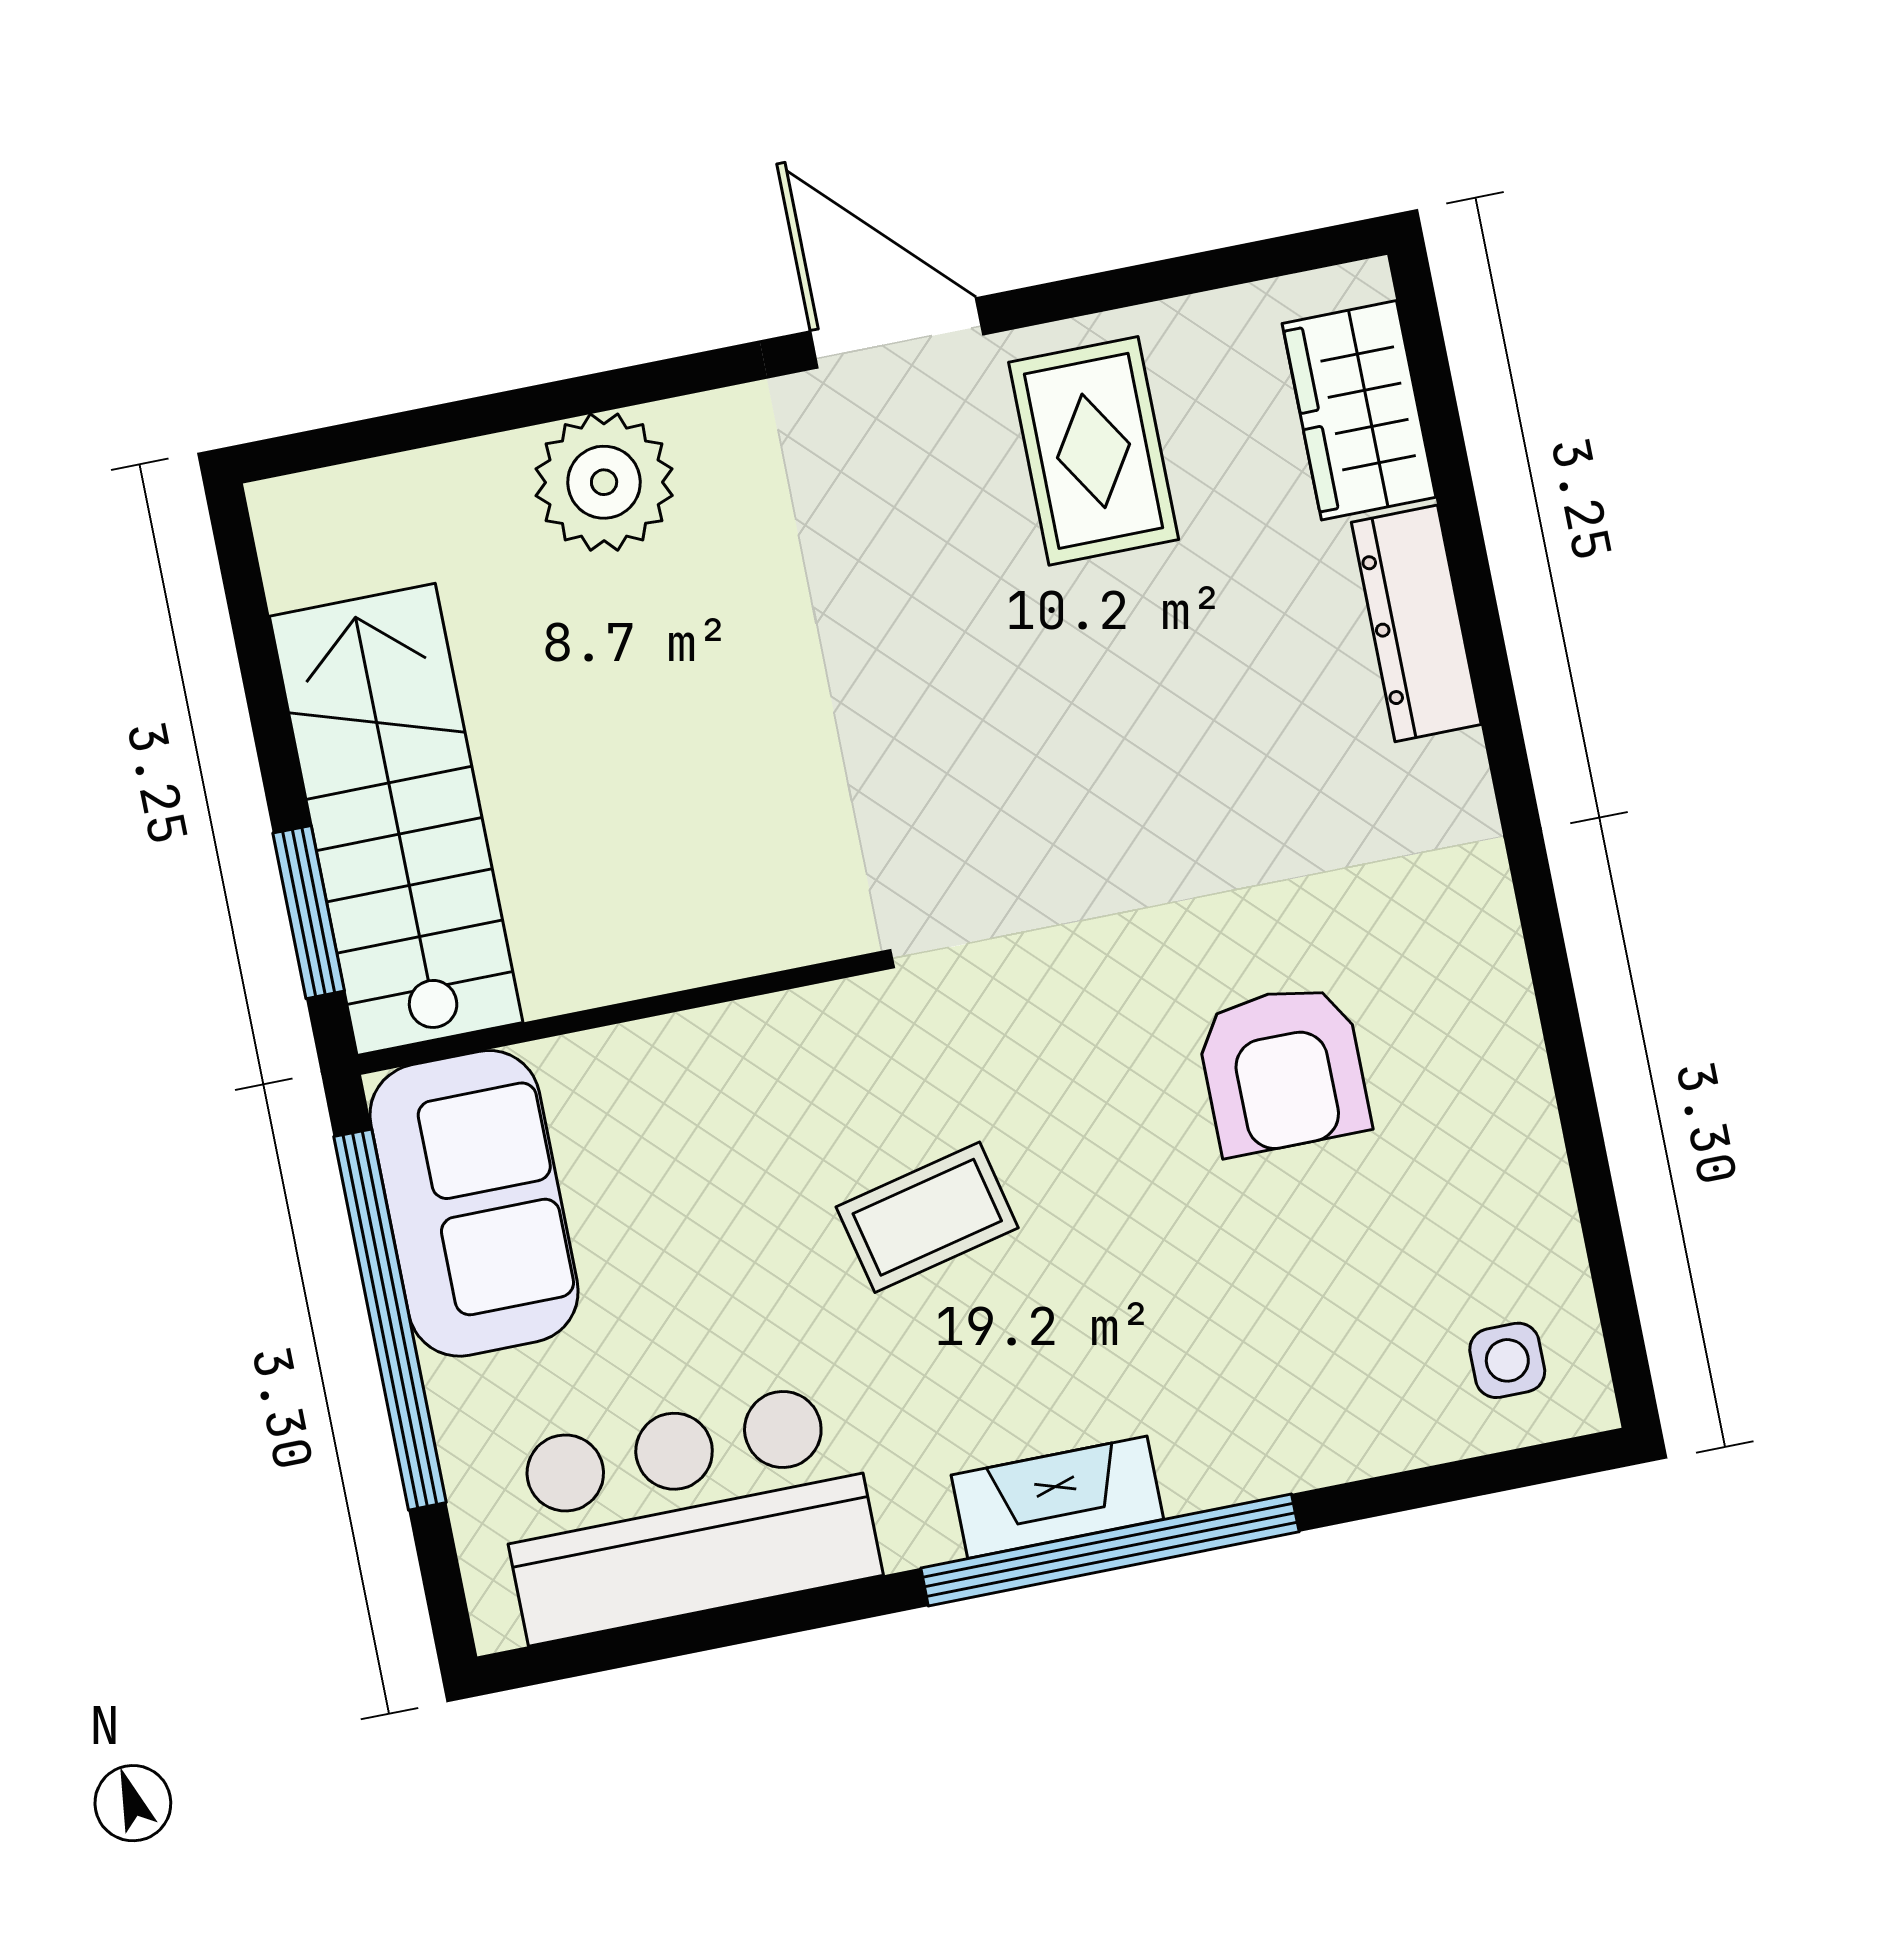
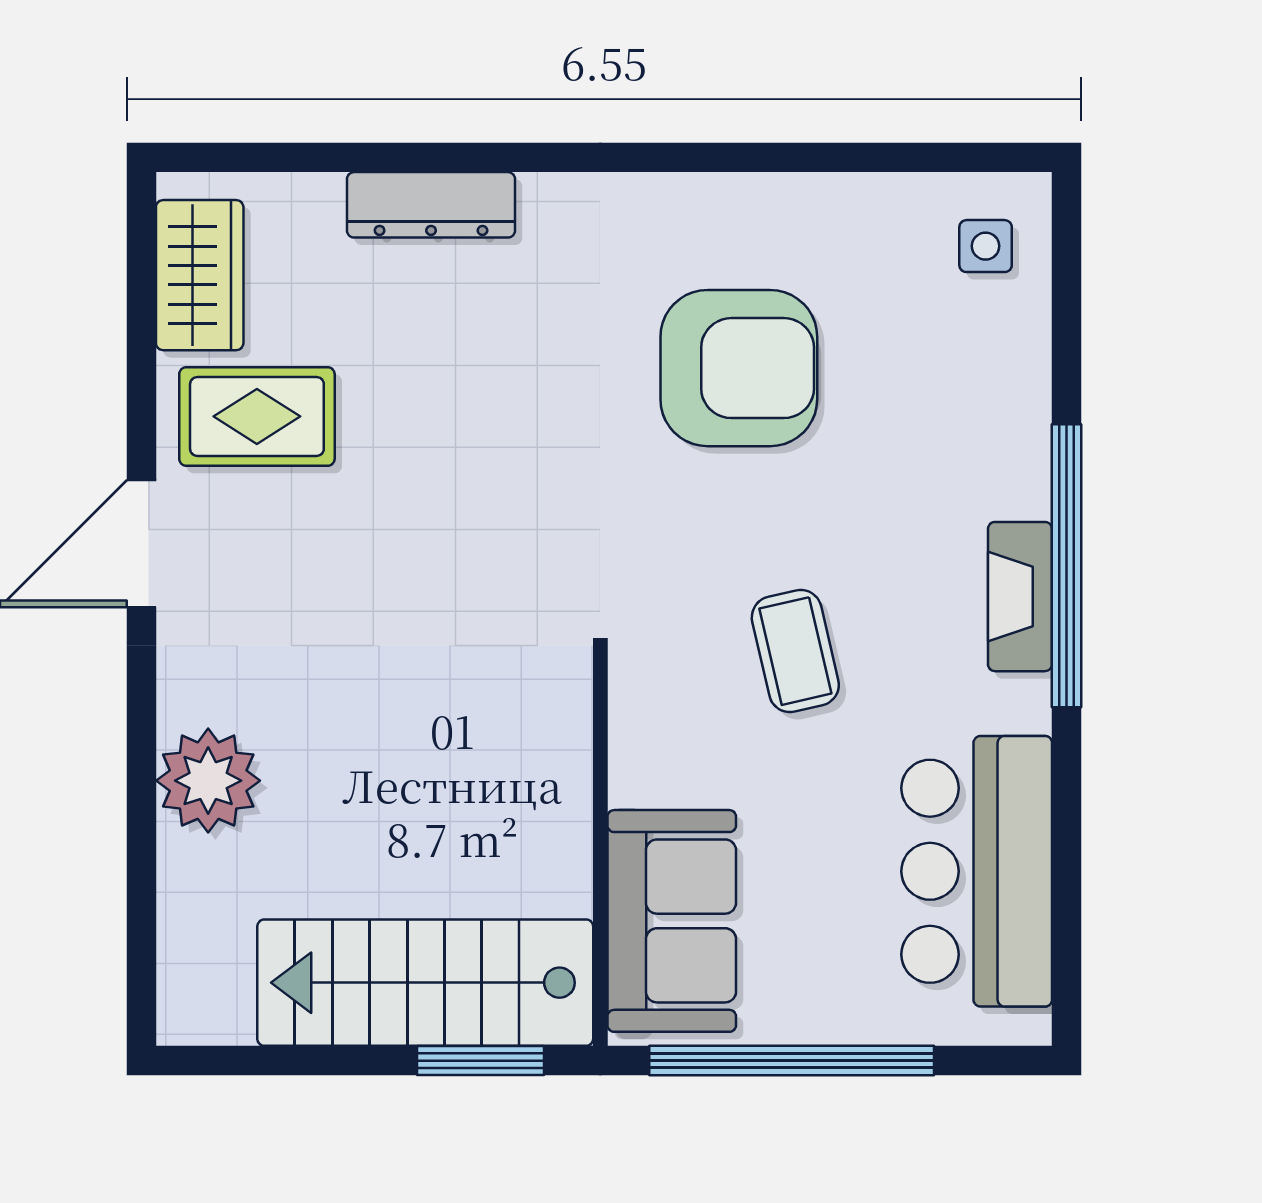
wardrobe: (1359, 410) -> (200, 275), moved, turned -90
armchair: (1283, 1069) -> (739, 368), width x1.36, depth x1.36
sofa: (474, 1203) -> (672, 921), moved, turned 90

